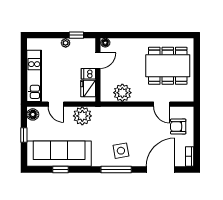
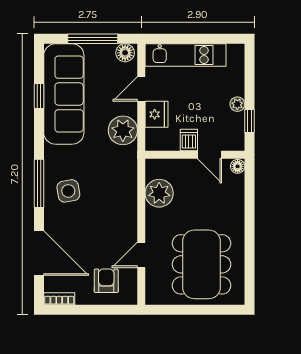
fridge: (88, 89) -> (156, 114), moved, turned 90
window: (24, 135) -> (93, 39), width x2.17

